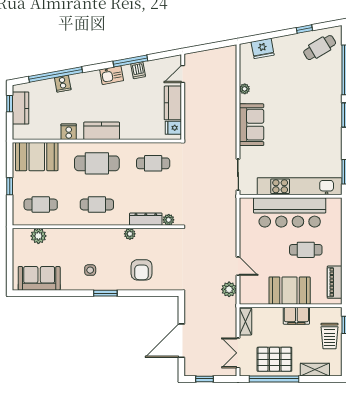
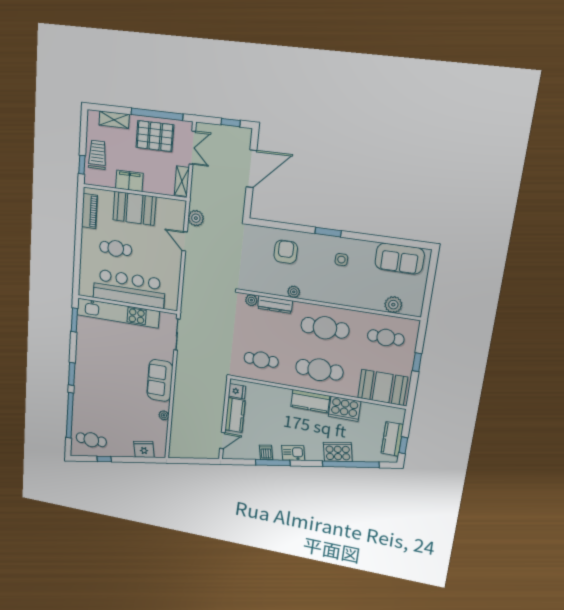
cafe table: (320, 48) -> (91, 440), turned 31
cooker: (63, 84) -> (338, 452), width x1.87, depth x1.31
cooker: (69, 132) -> (344, 409), width x1.87, depth x1.31
cafe table: (97, 204) -> (325, 328), width x1.37, depth x1.35

